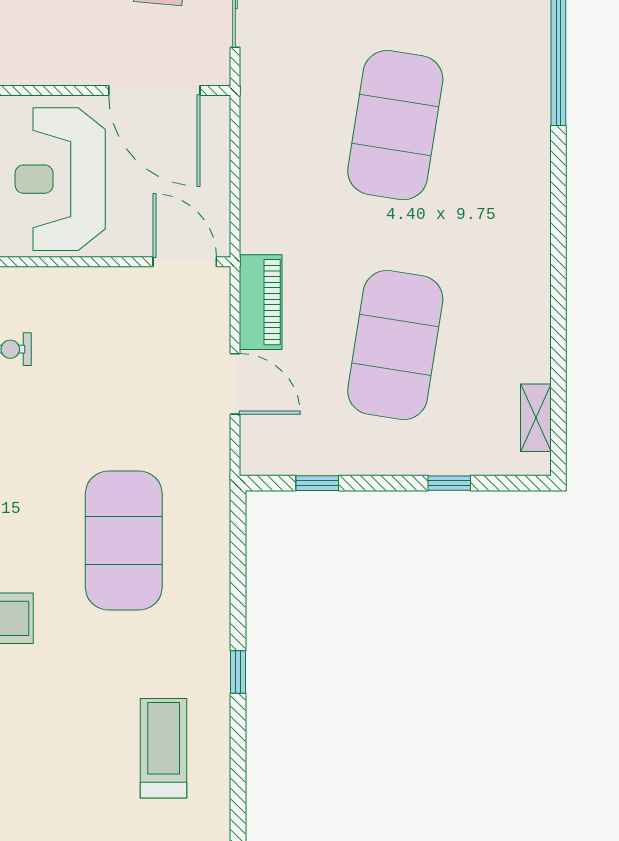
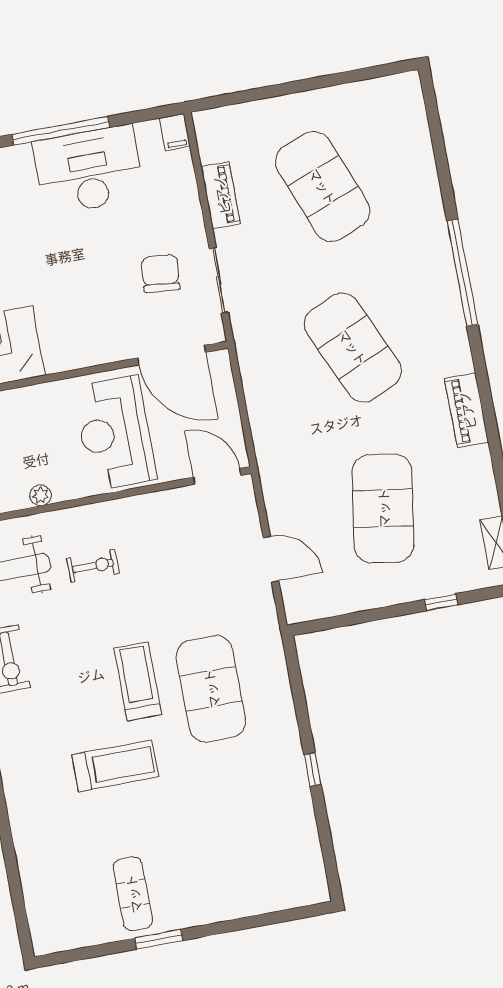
exercise mat: (395, 125) -> (353, 347), turned -33
piano: (261, 302) -> (467, 410), moved, turned 180
window: (317, 483) -> (345, 620), removed
treadmill: (164, 748) -> (138, 681), moved

